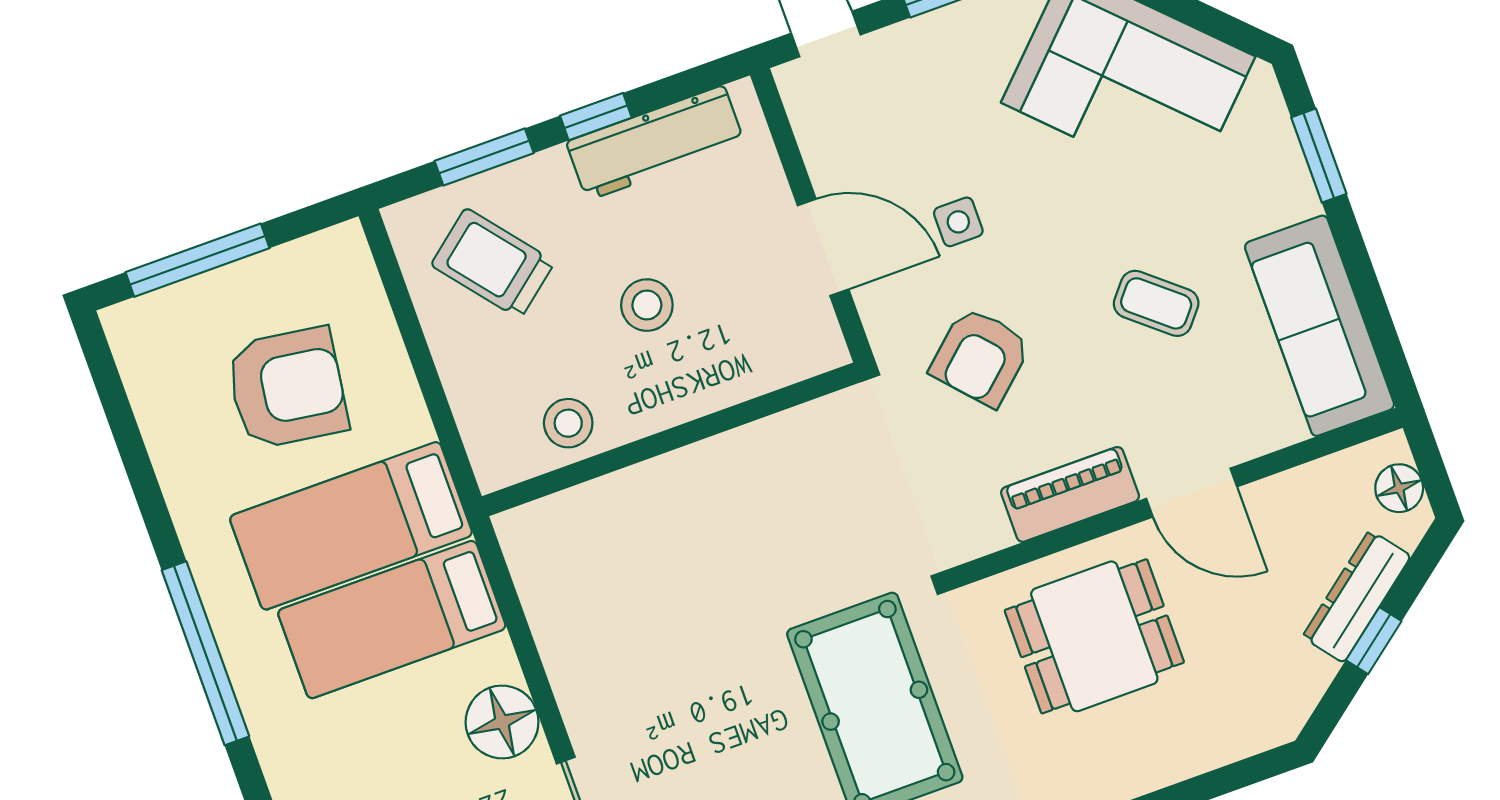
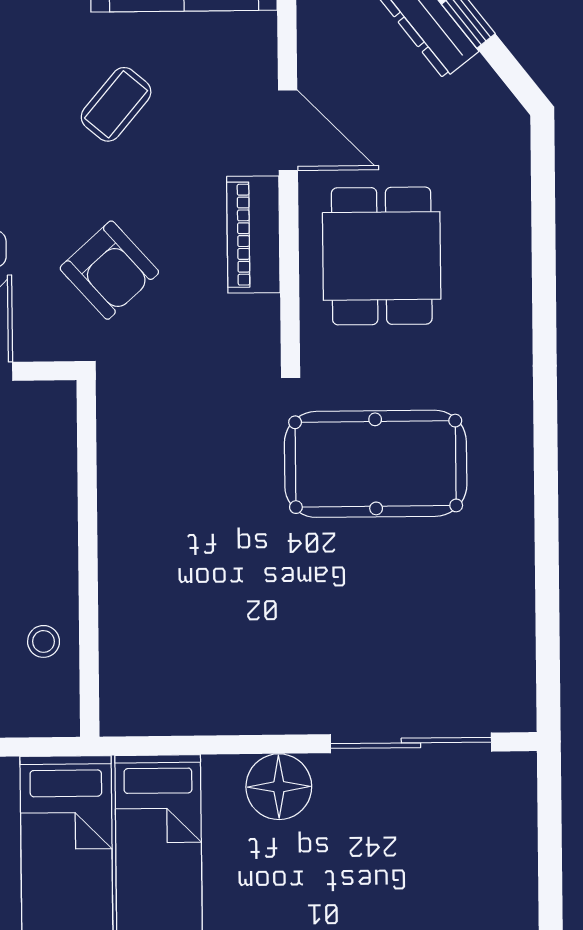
stool: (568, 423) -> (44, 641), width x0.73, depth x0.73
door: (1192, 493) -> (288, 130), hinge flipped

